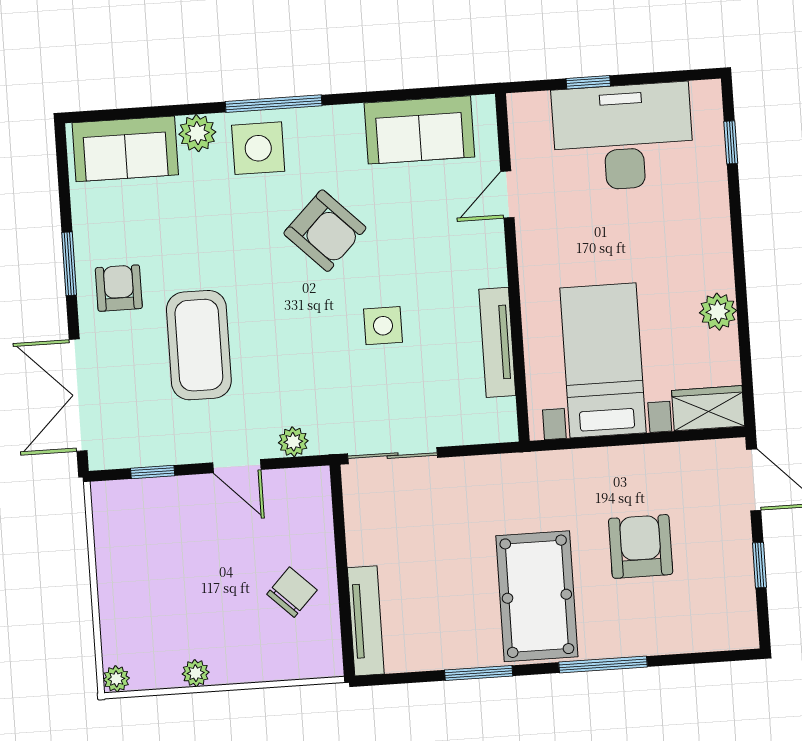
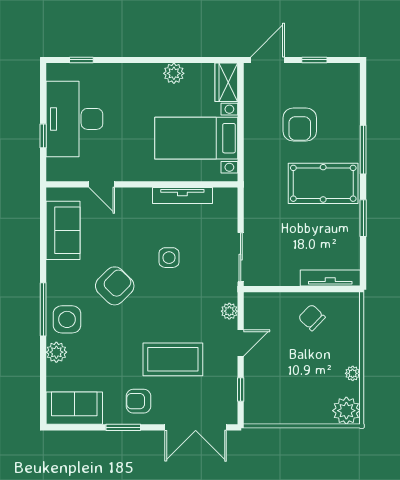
sofa: (125, 149) -> (74, 408), moved, turned -90
armchair: (641, 546) -> (300, 125), turned -90
plant: (116, 679) -> (346, 411), width x1.88, depth x1.88

